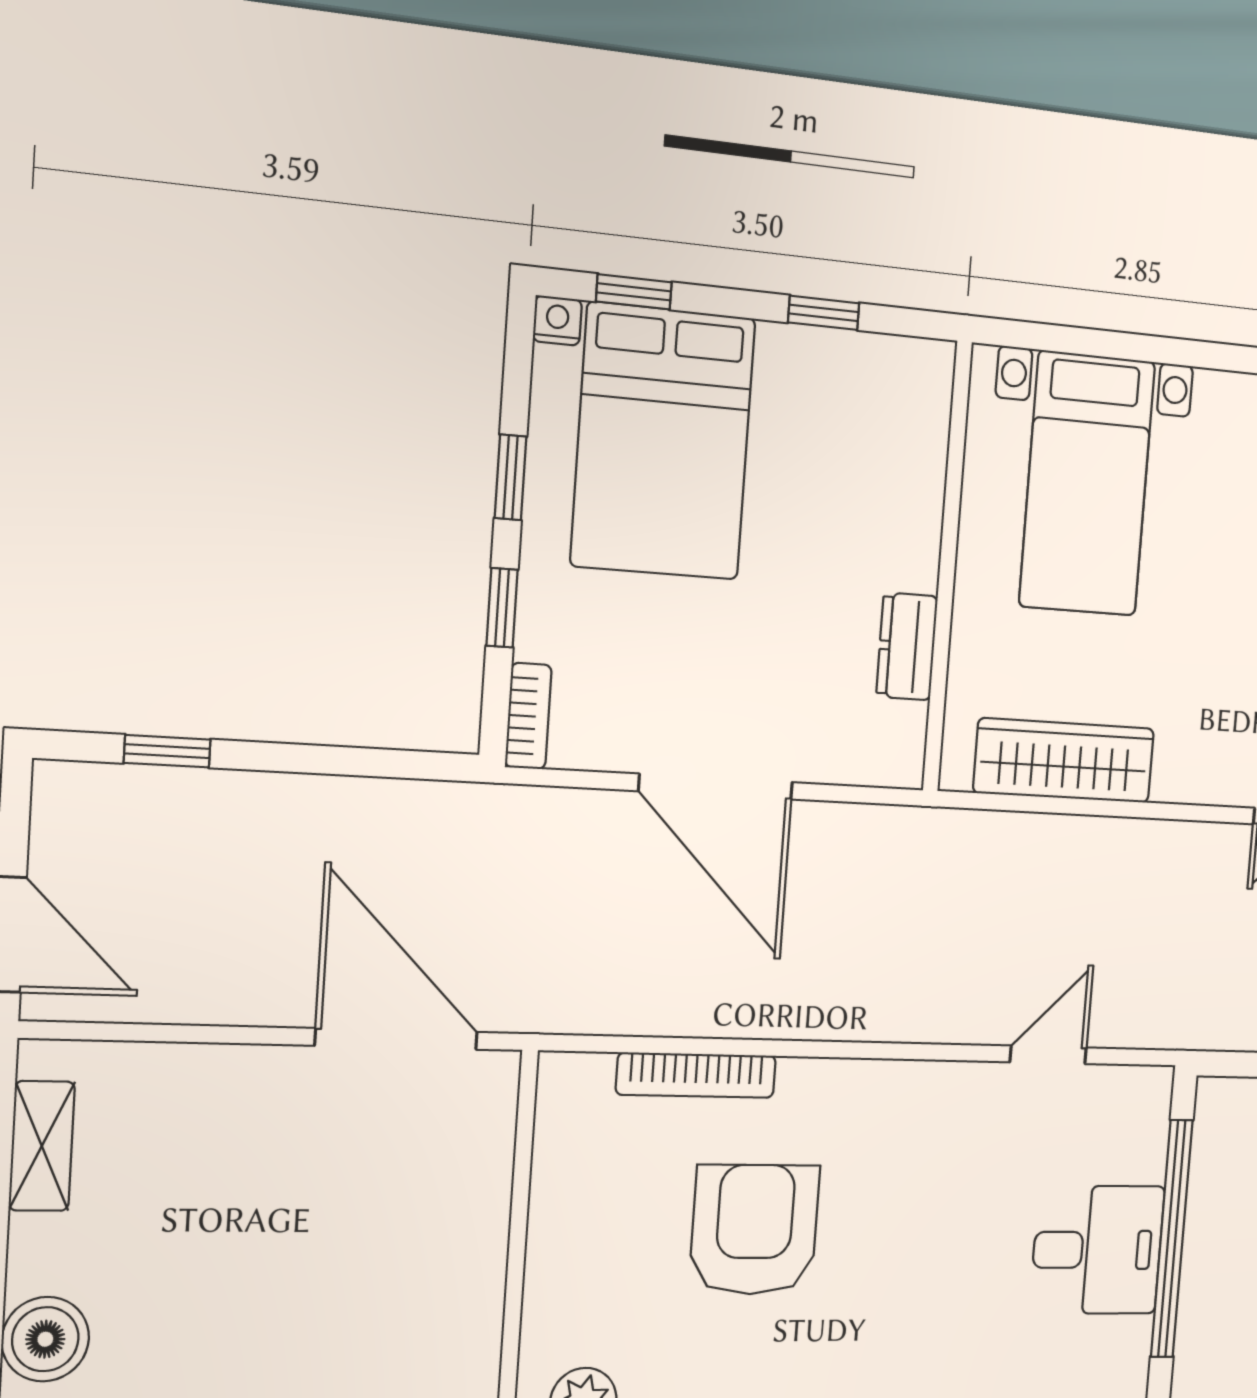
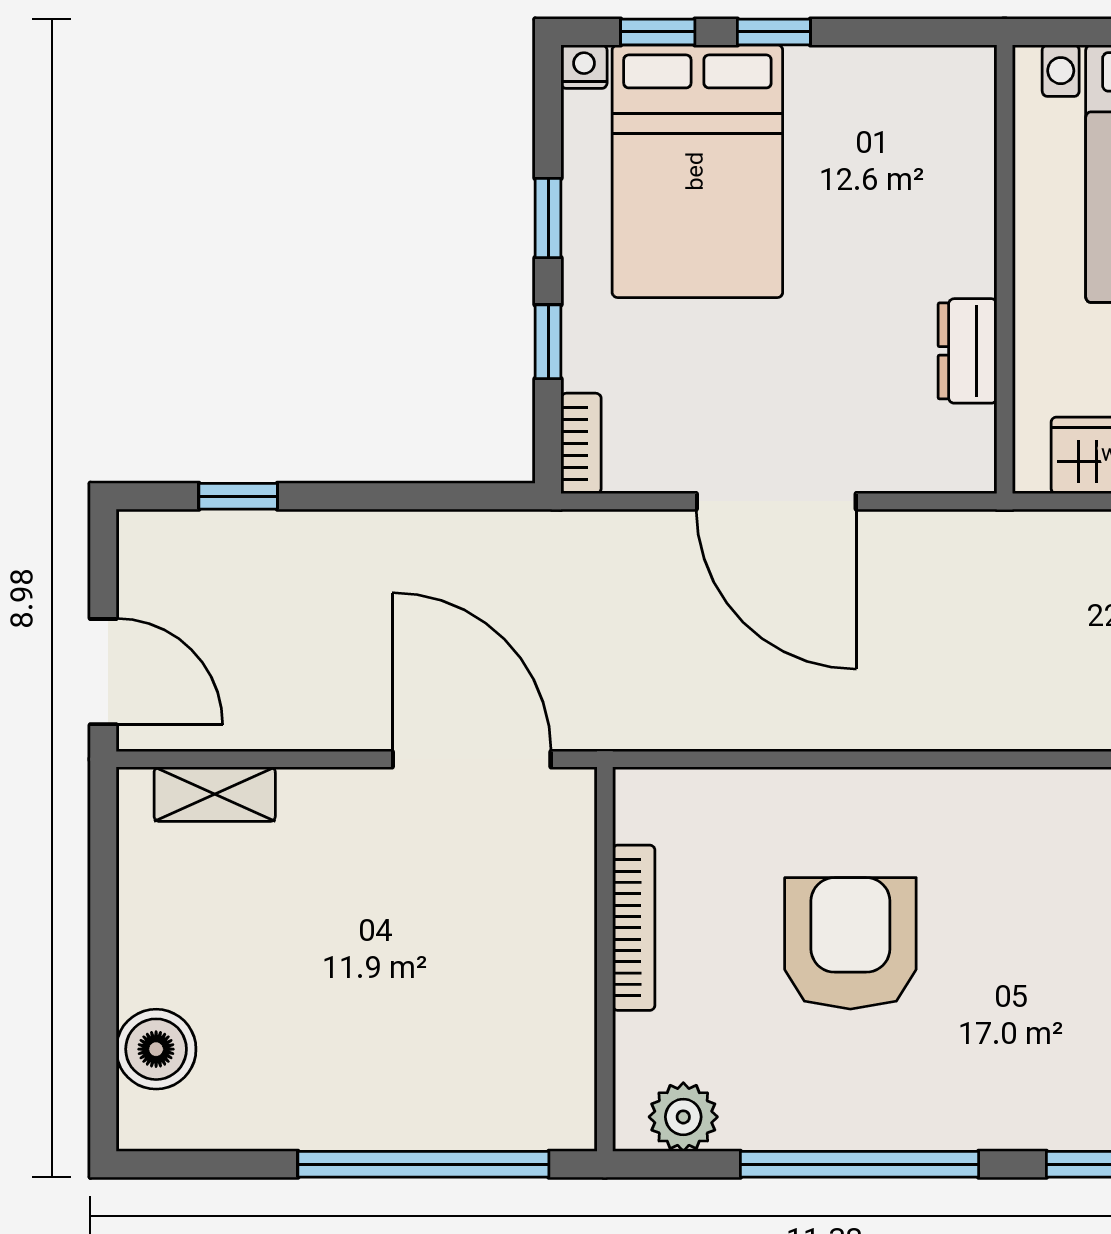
window: (824, 313) -> (774, 32), moved
bookcase: (696, 1075) -> (634, 928), moved, turned -90
shelving: (42, 1146) -> (215, 794), moved, turned 90

